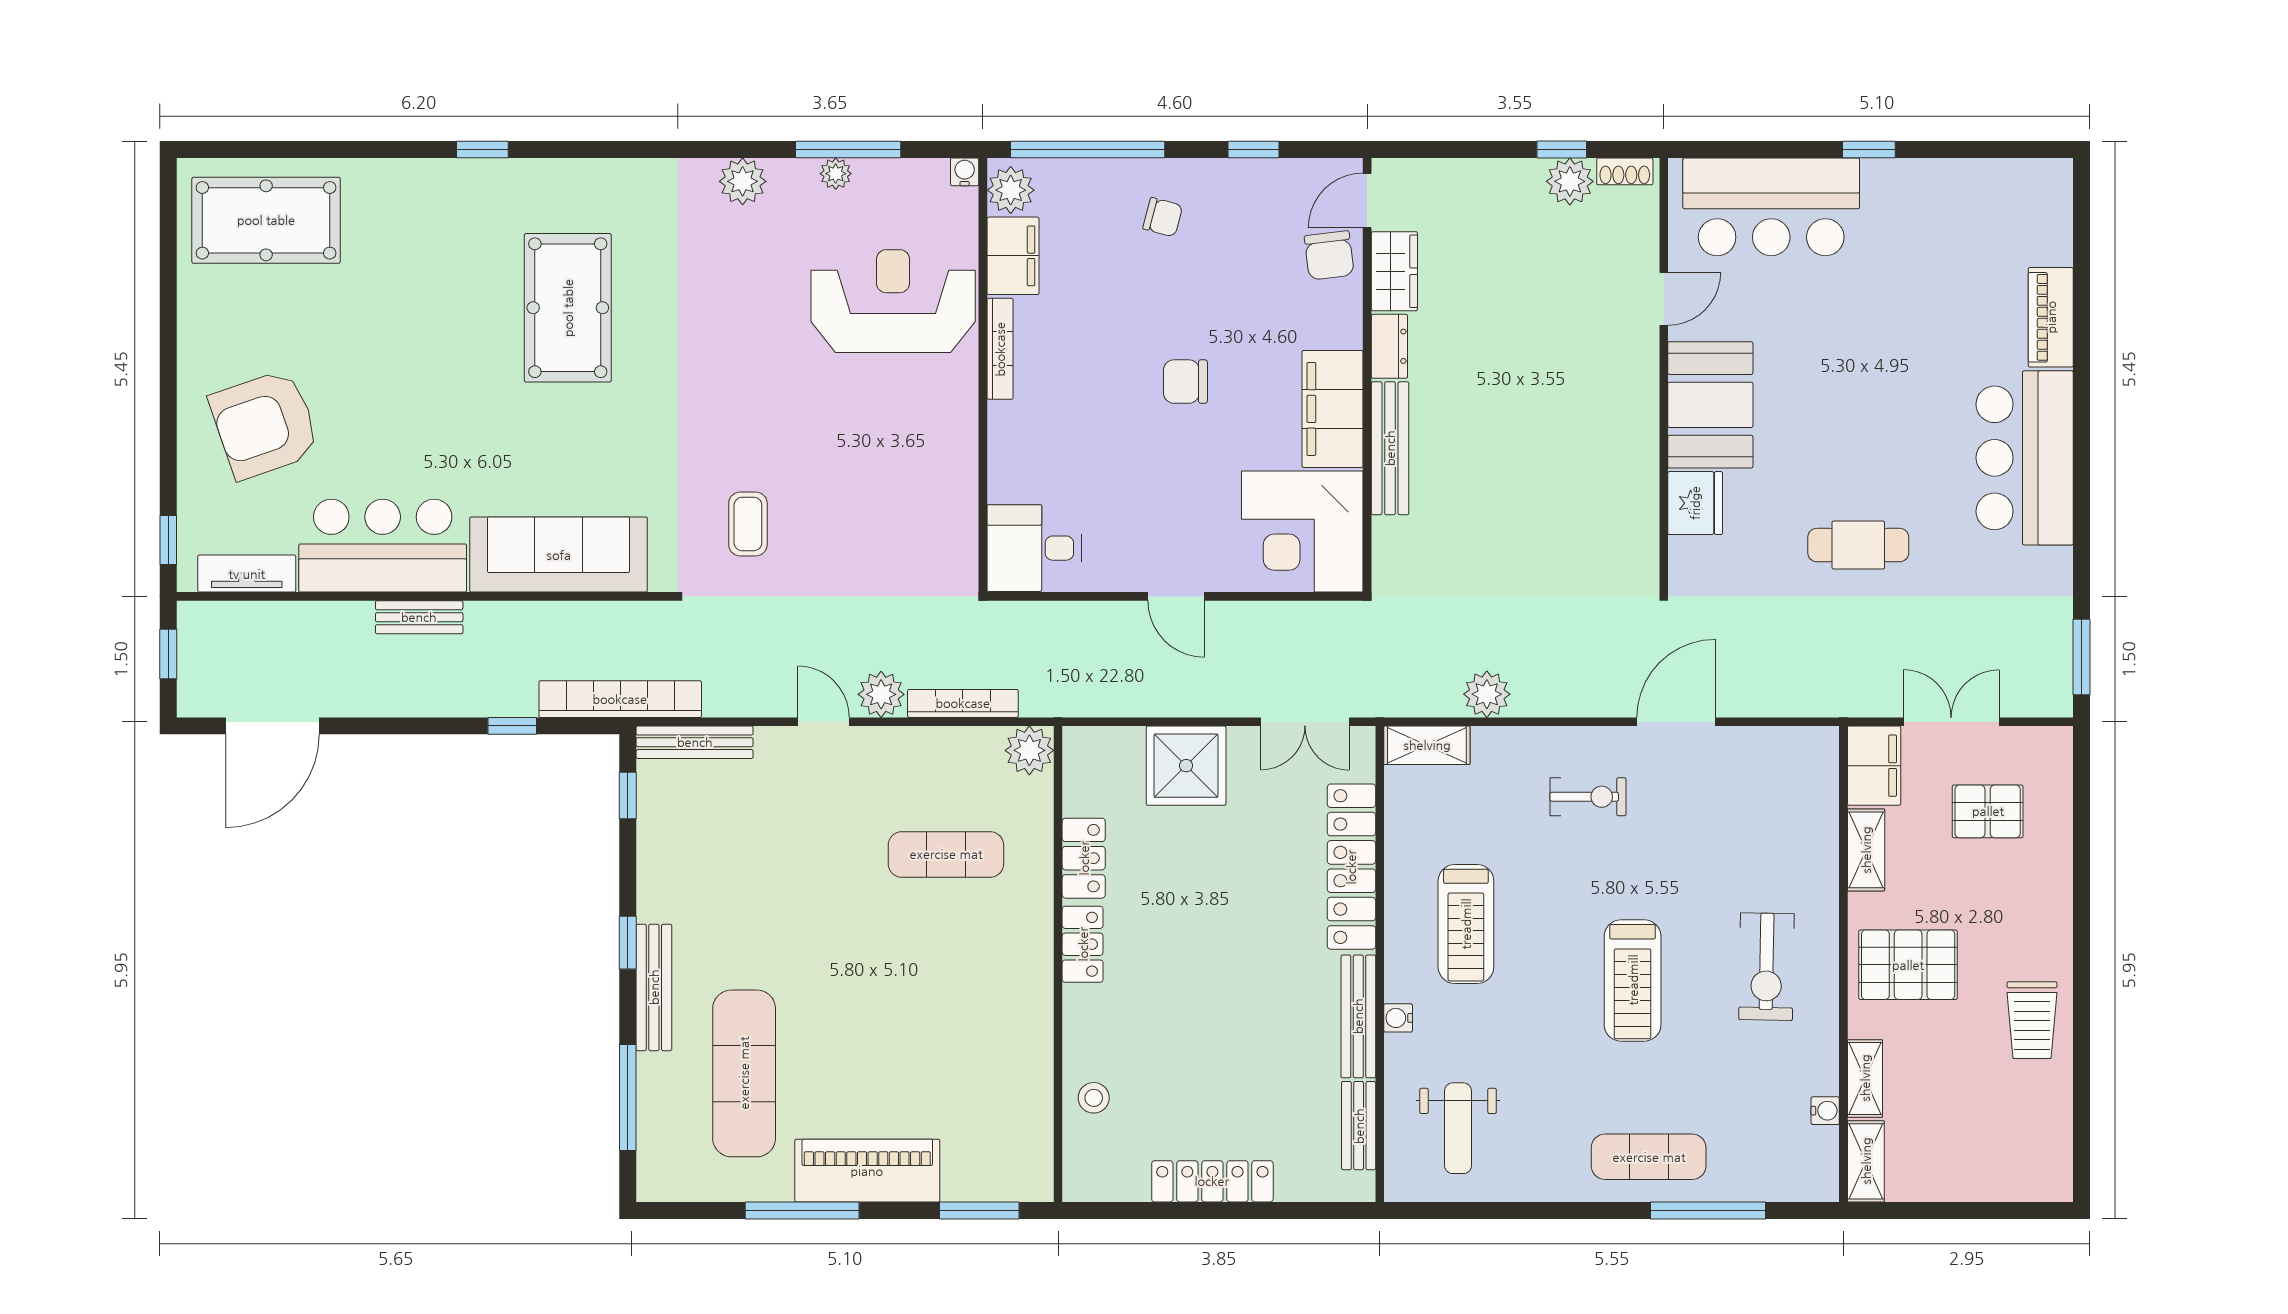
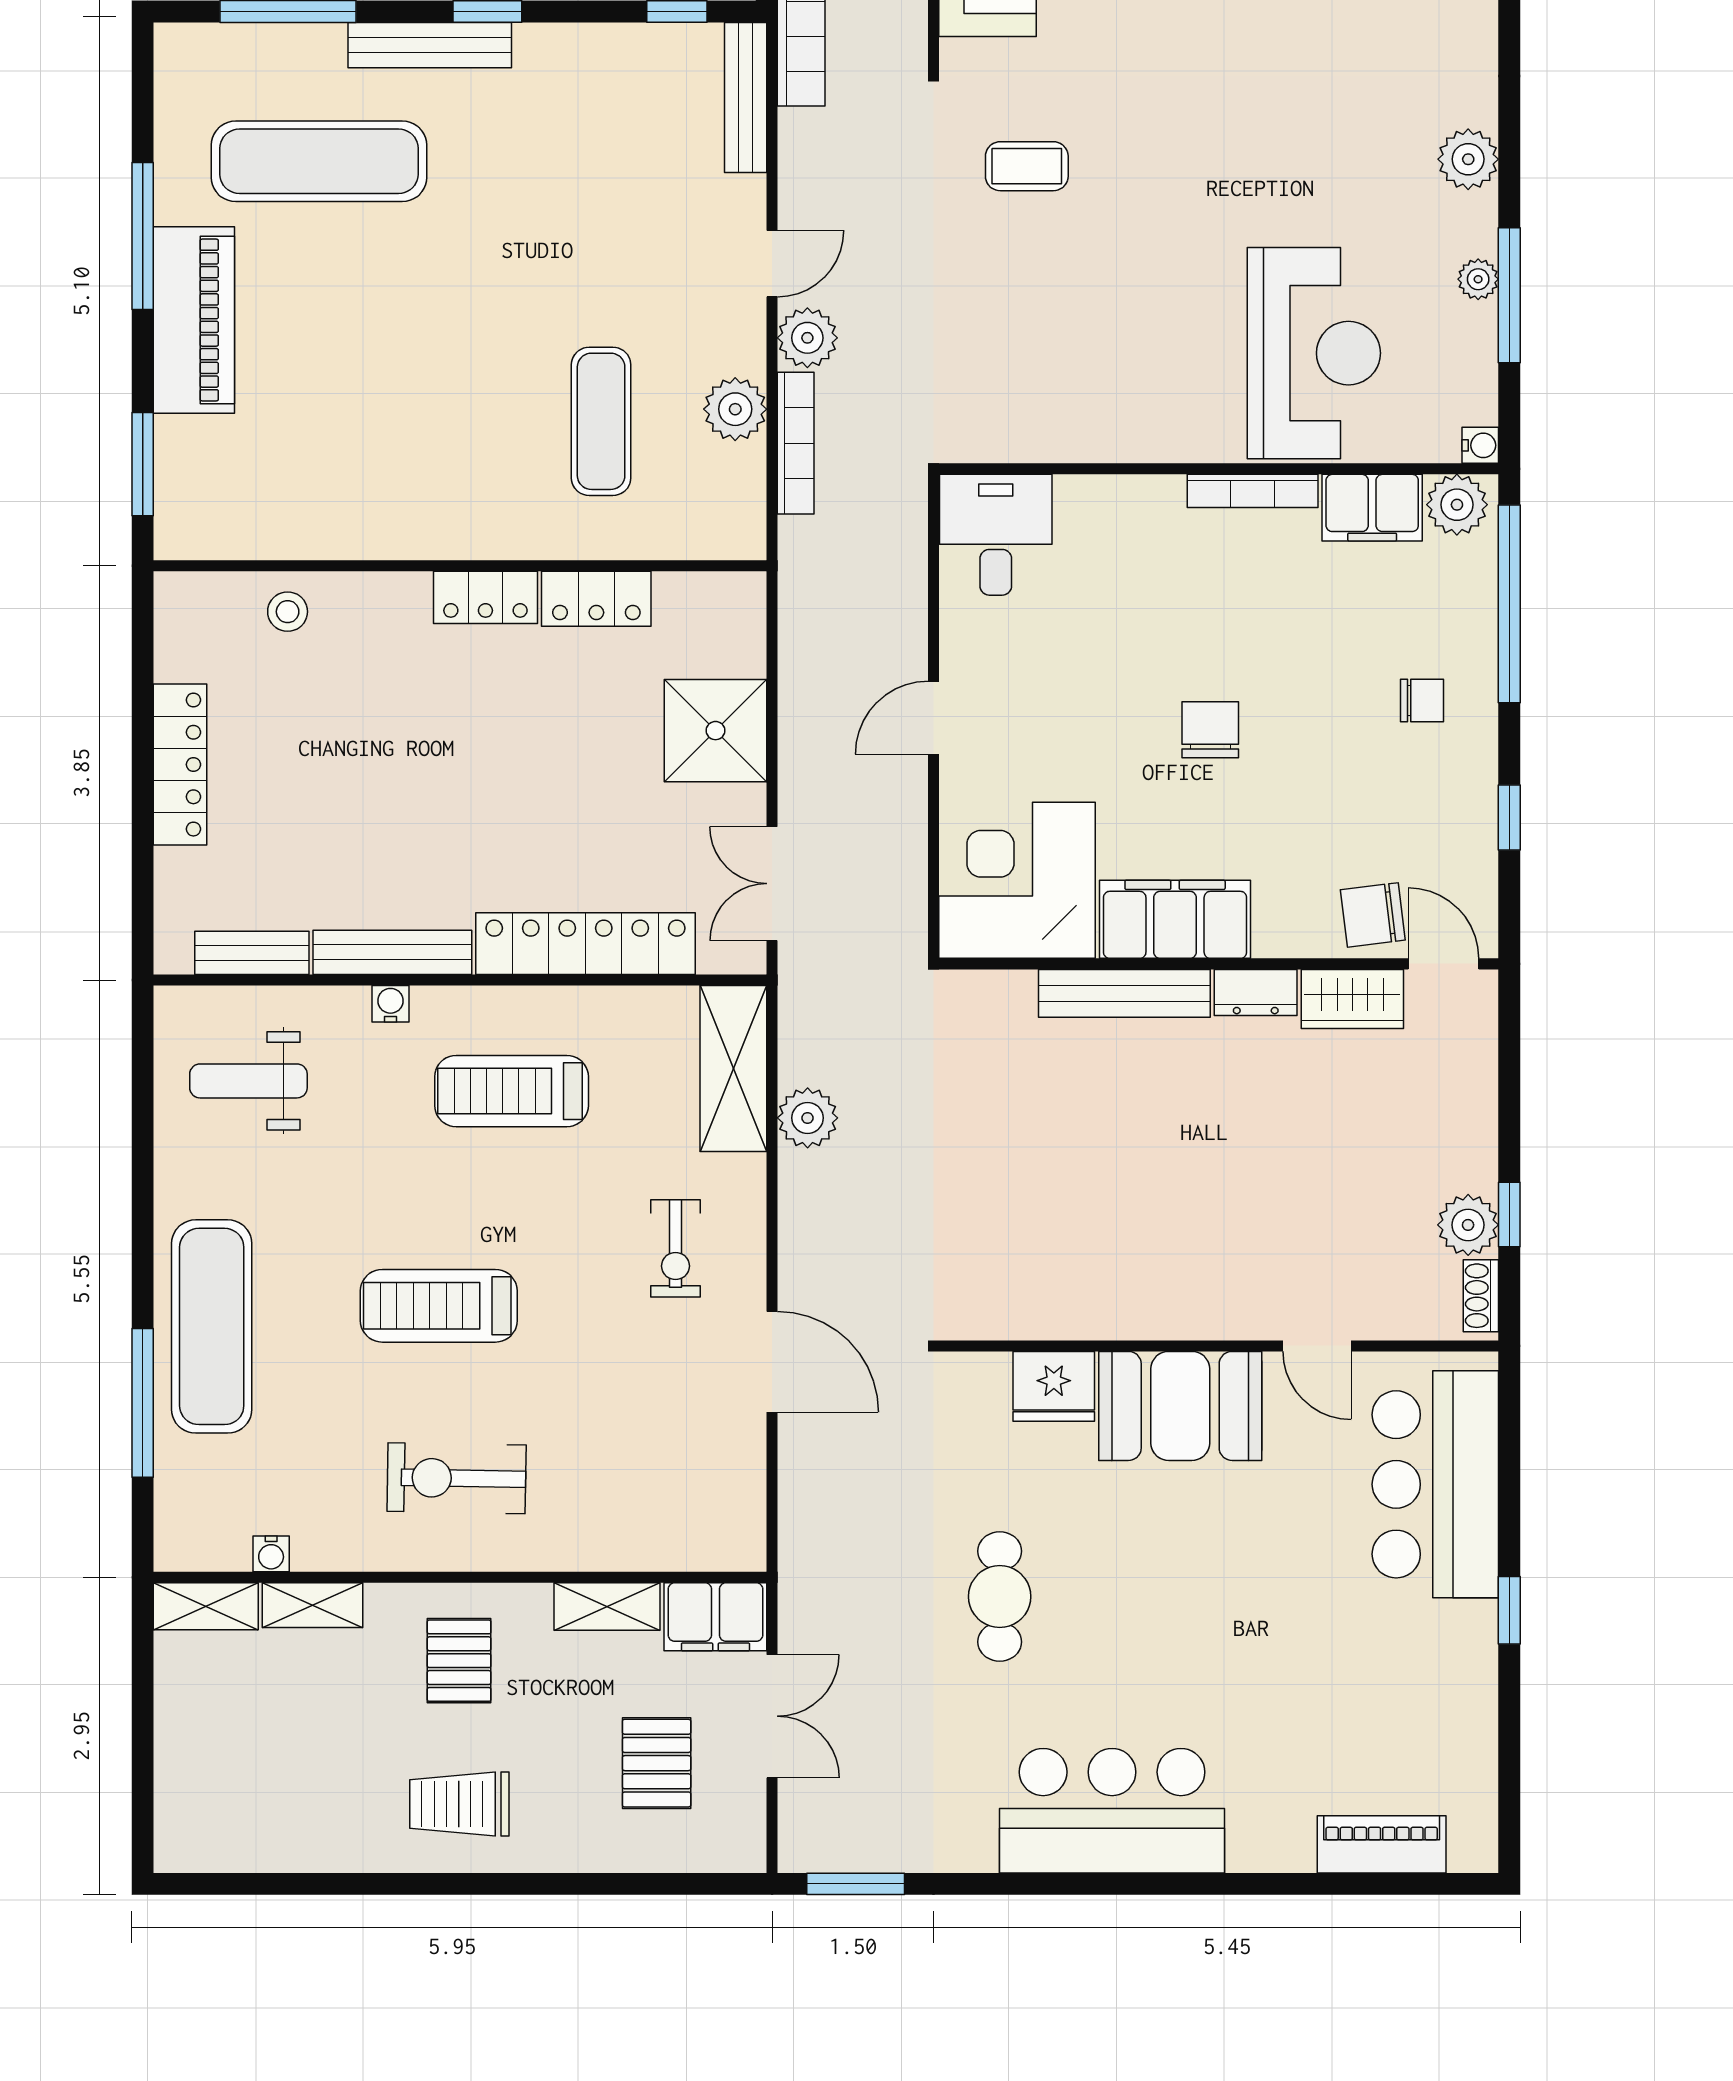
chair: (1163, 217) -> (1422, 700), turned -105
piano: (2051, 317) -> (1382, 1844), moved
shelving: (1427, 745) -> (733, 1069), width x1.50, depth x1.33
plant: (1029, 750) -> (735, 409), moved
pallet: (1908, 965) -> (459, 1661), width x0.67, depth x0.71
trolley: (2032, 1020) -> (459, 1804), moved
exercise mat: (1649, 1157) -> (212, 1326), width x1.36, depth x1.45

